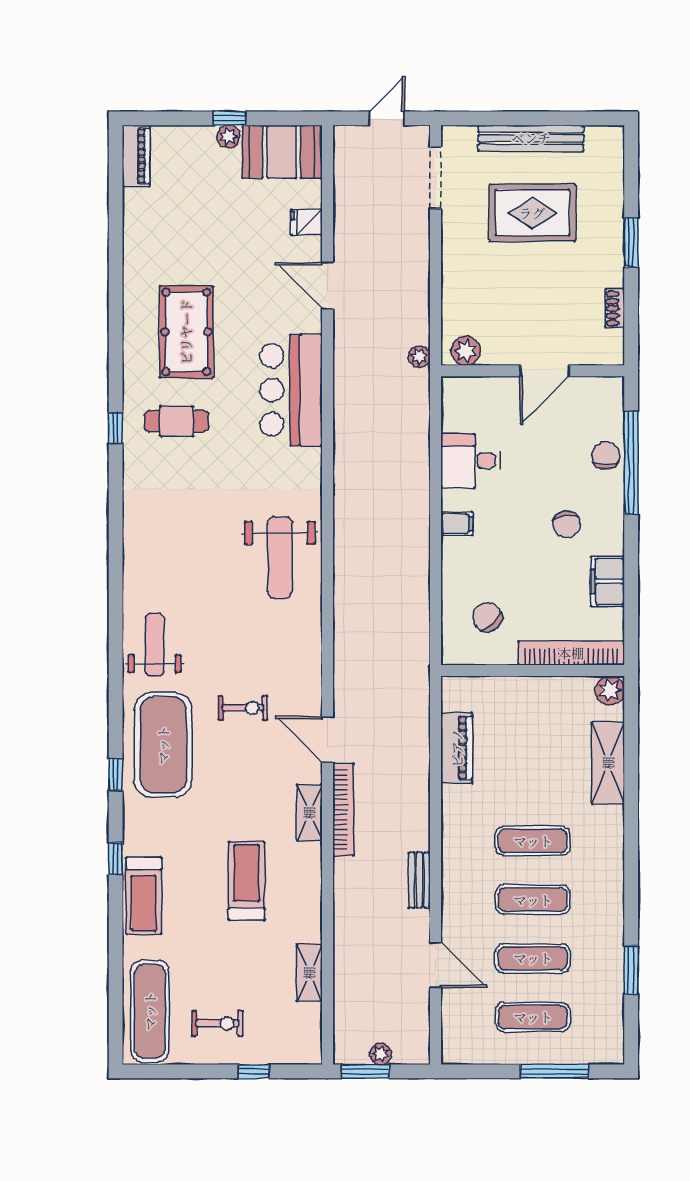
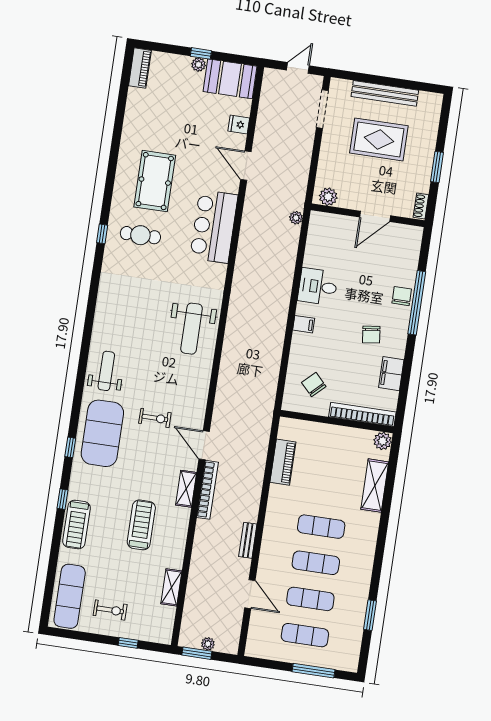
plant: (466, 351) -> (328, 197), moved
wall: (533, 371) -> (368, 215), moved
door: (545, 371) -> (375, 216), moved

